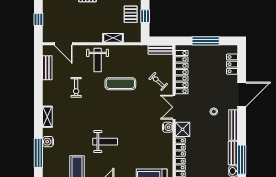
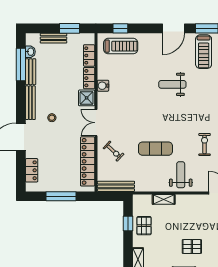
bench: (160, 50) -> (116, 186), width x1.36
double door: (174, 107) -> (96, 123), swing flipped
water cooler: (168, 127) -> (103, 86), moved

